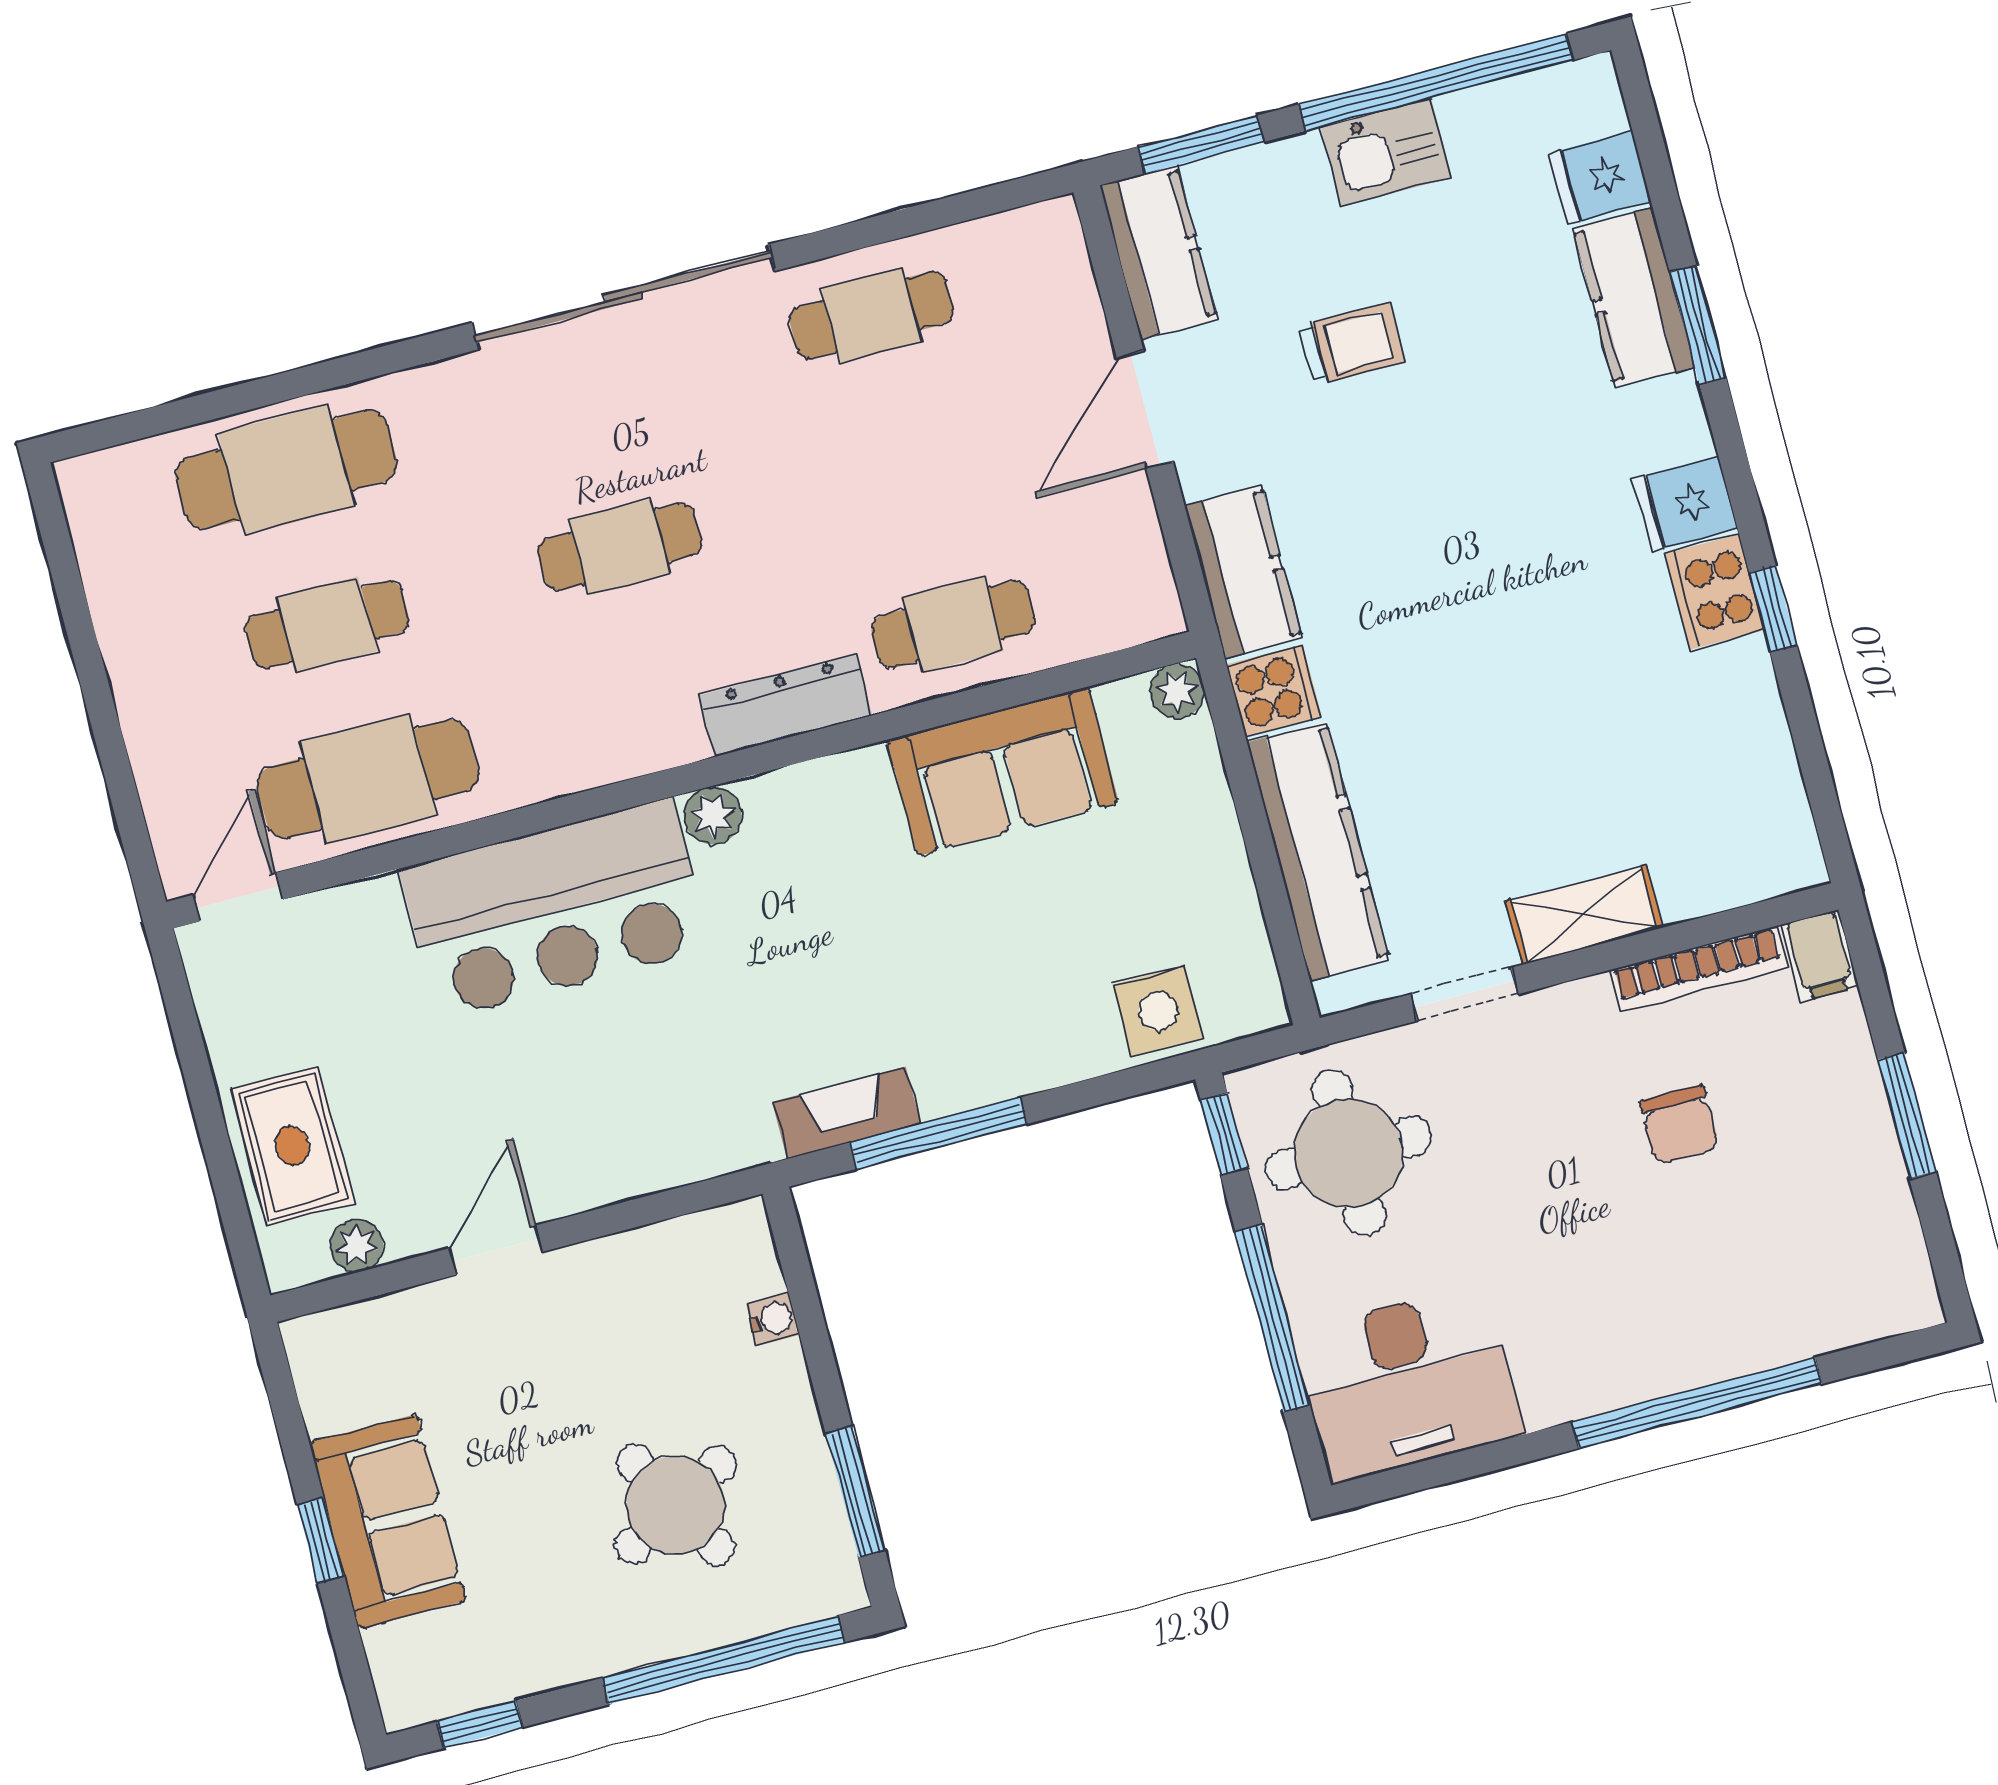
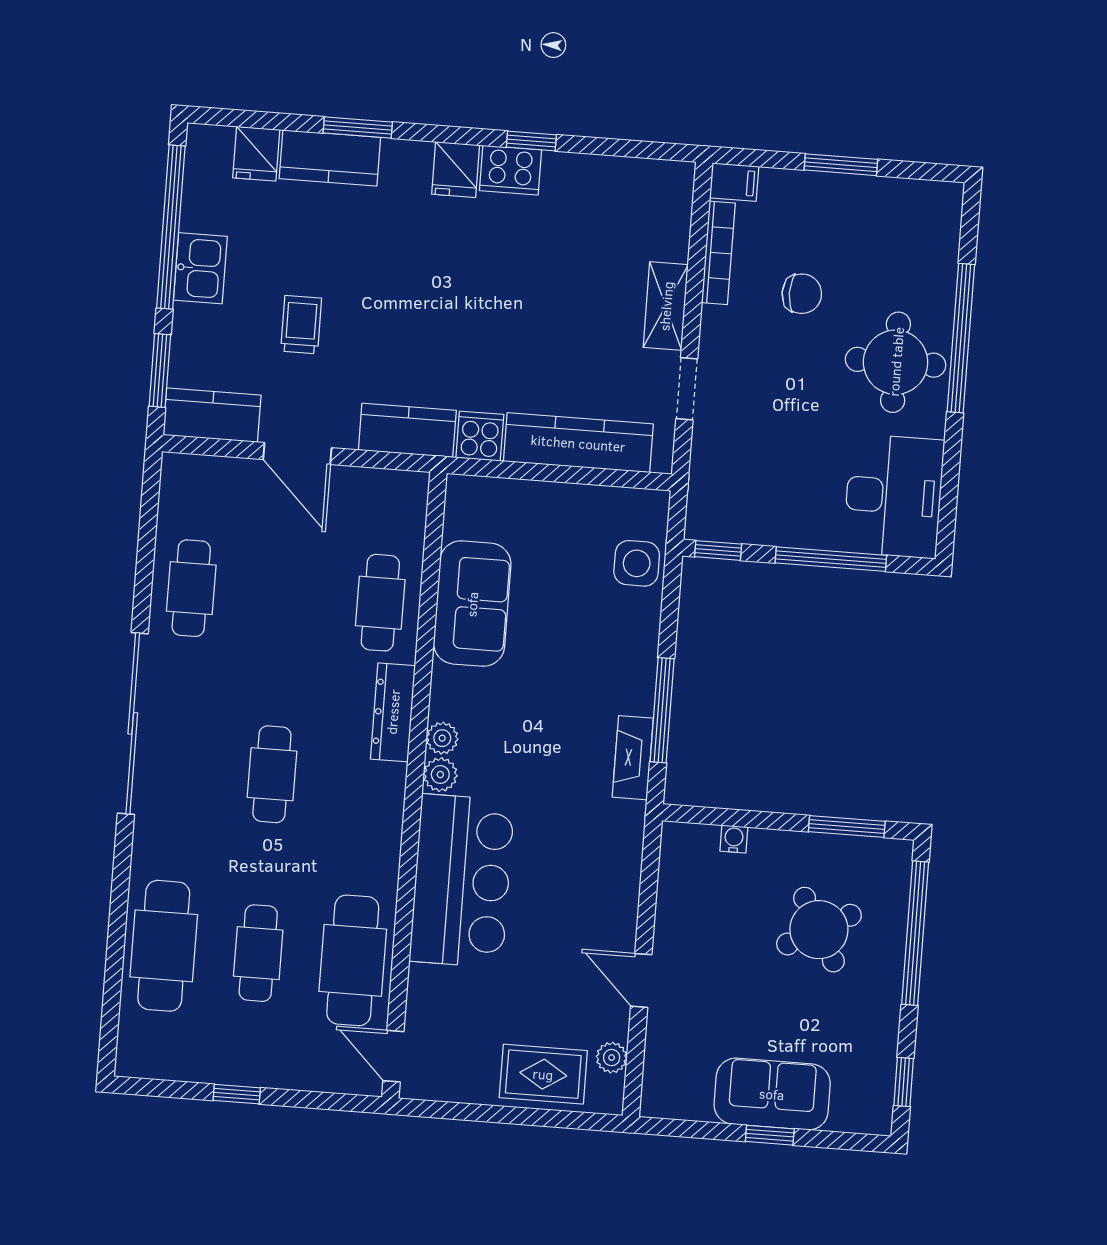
window: (90, 668) -> (237, 1094), added
plant: (1177, 691) -> (442, 738), moved
round table: (1349, 1153) -> (896, 362), moved

